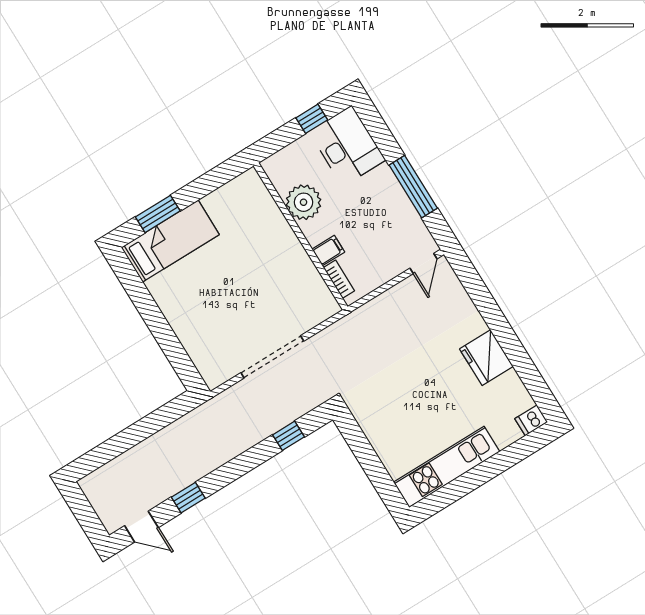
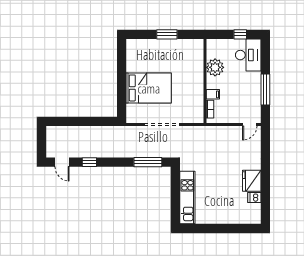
window: (158, 214) -> (167, 34), moved
bed: (170, 241) -> (149, 88), moved, width x1.50
dishwasher: (531, 420) -> (254, 197), moved
window: (289, 436) -> (148, 162), width x2.17
kitchen unit: (447, 467) -> (187, 198), moved, turned 90

